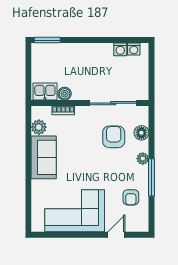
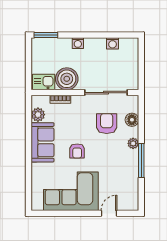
washing machine: (134, 49) -> (78, 43), moved
boiler: (65, 94) -> (67, 79), width x1.86, depth x1.86
armchair: (131, 197) -> (77, 151), moved

